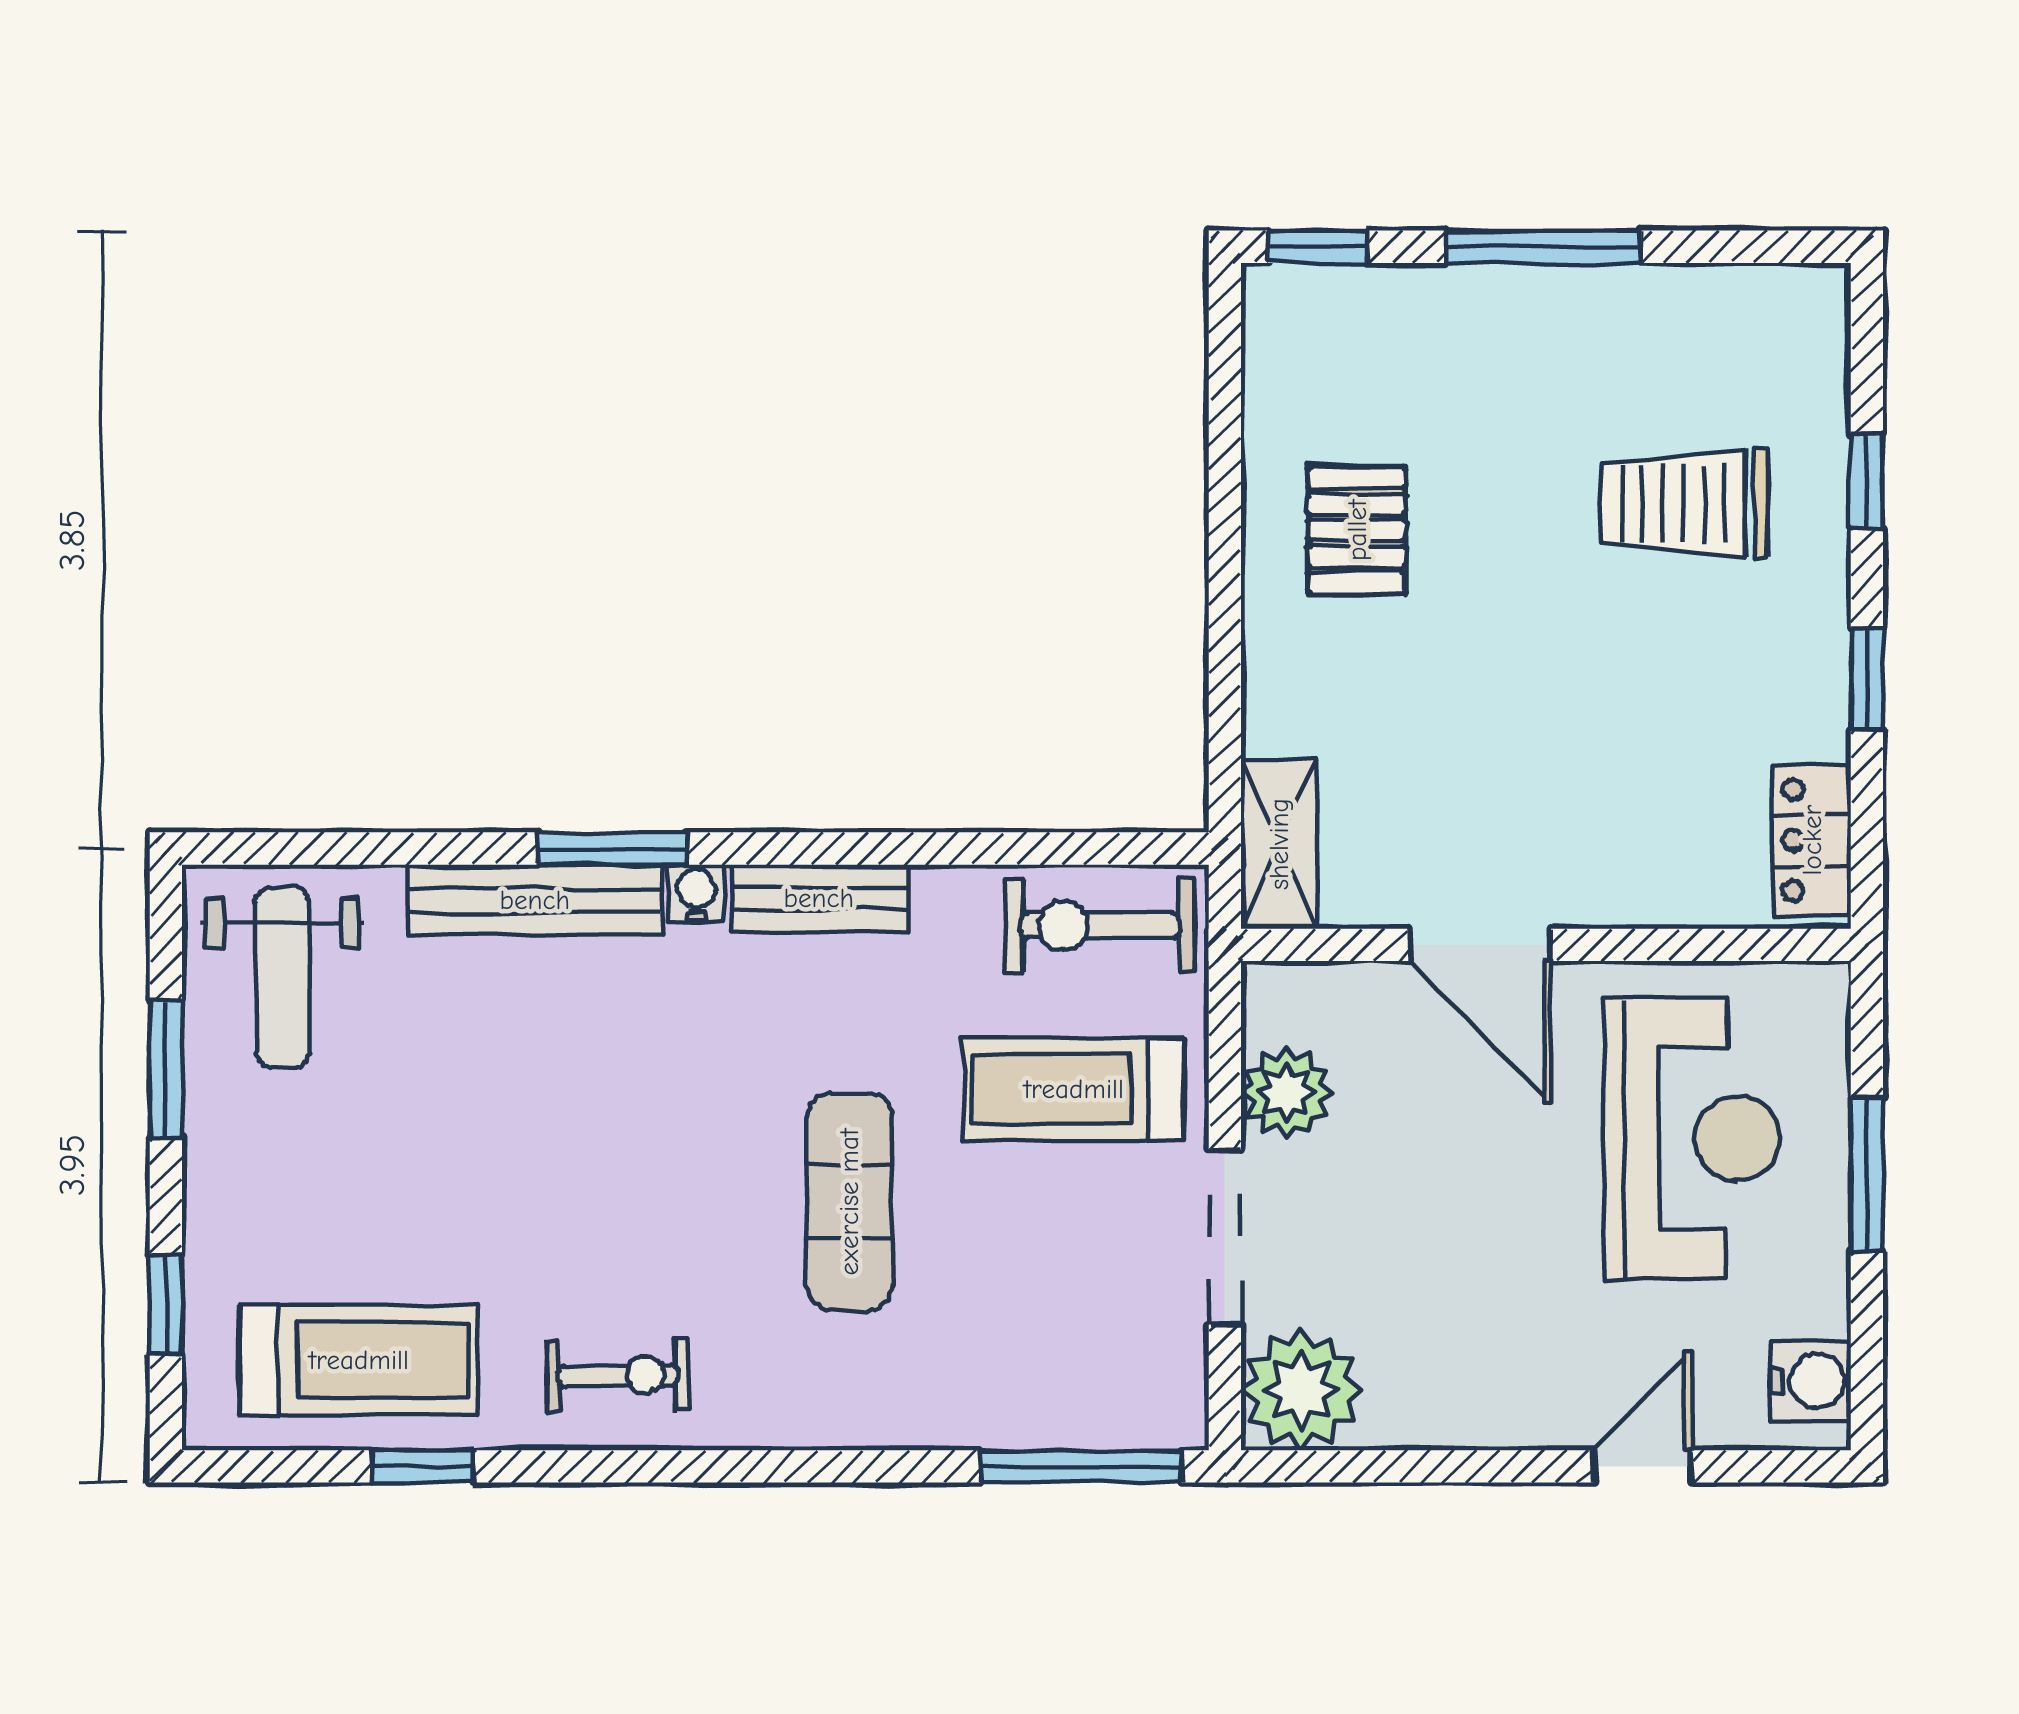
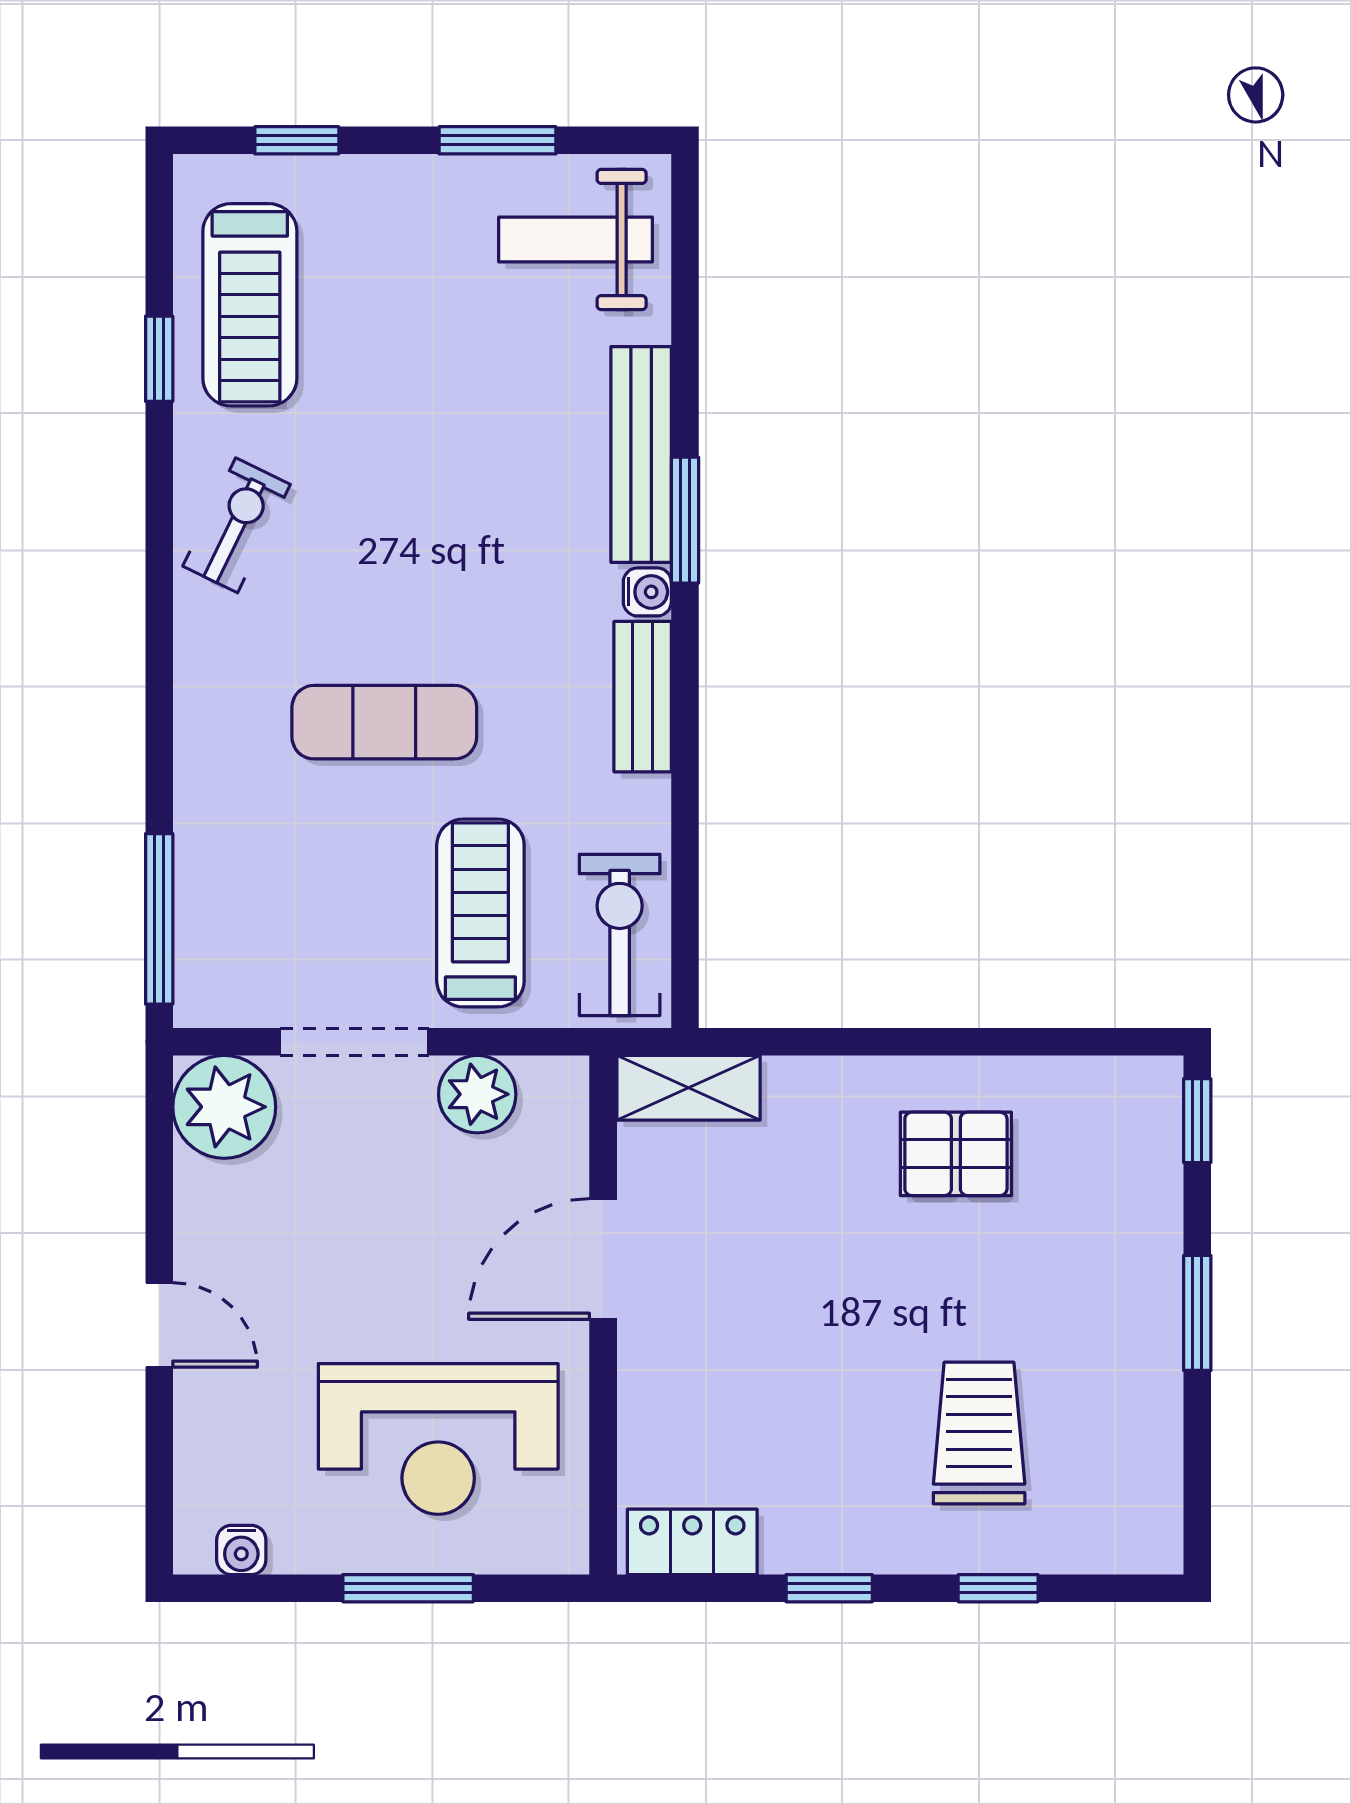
window: (1543, 247) -> (1197, 1313), width x0.69
exercise bike: (618, 1375) -> (237, 525), turned -153
water cooler: (1811, 1381) -> (241, 1550), width x0.72, depth x0.72
door: (1642, 1466) -> (159, 1325), moved

